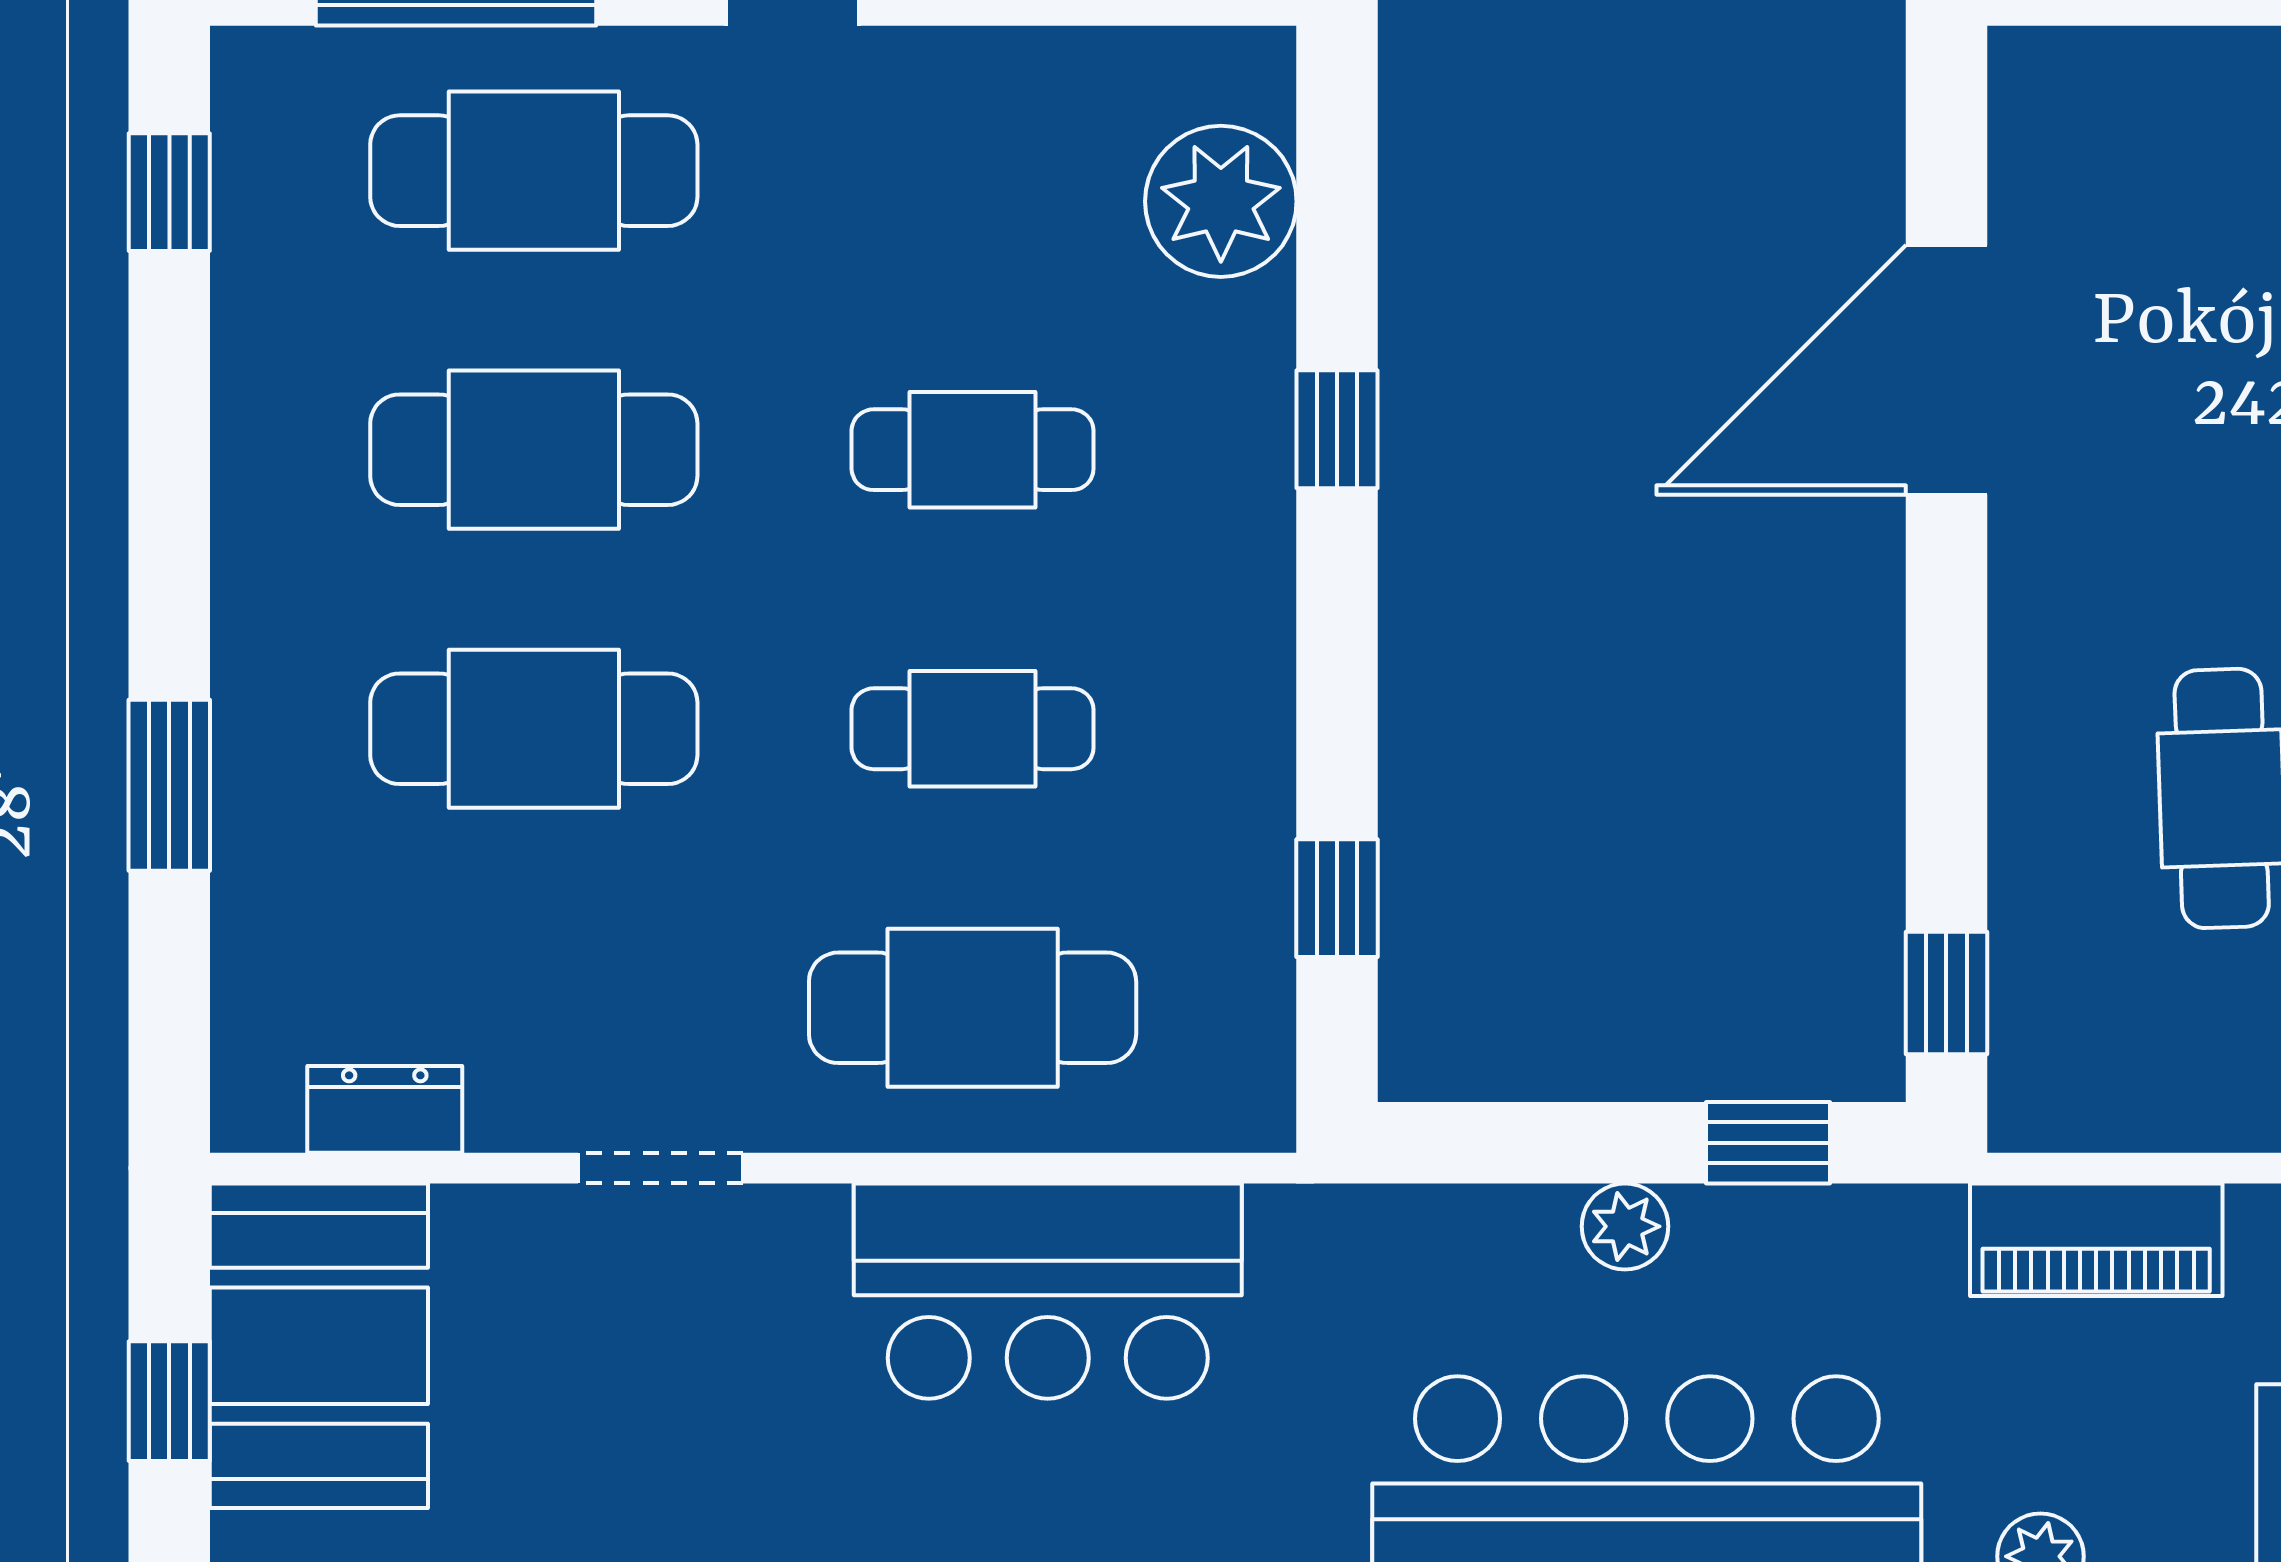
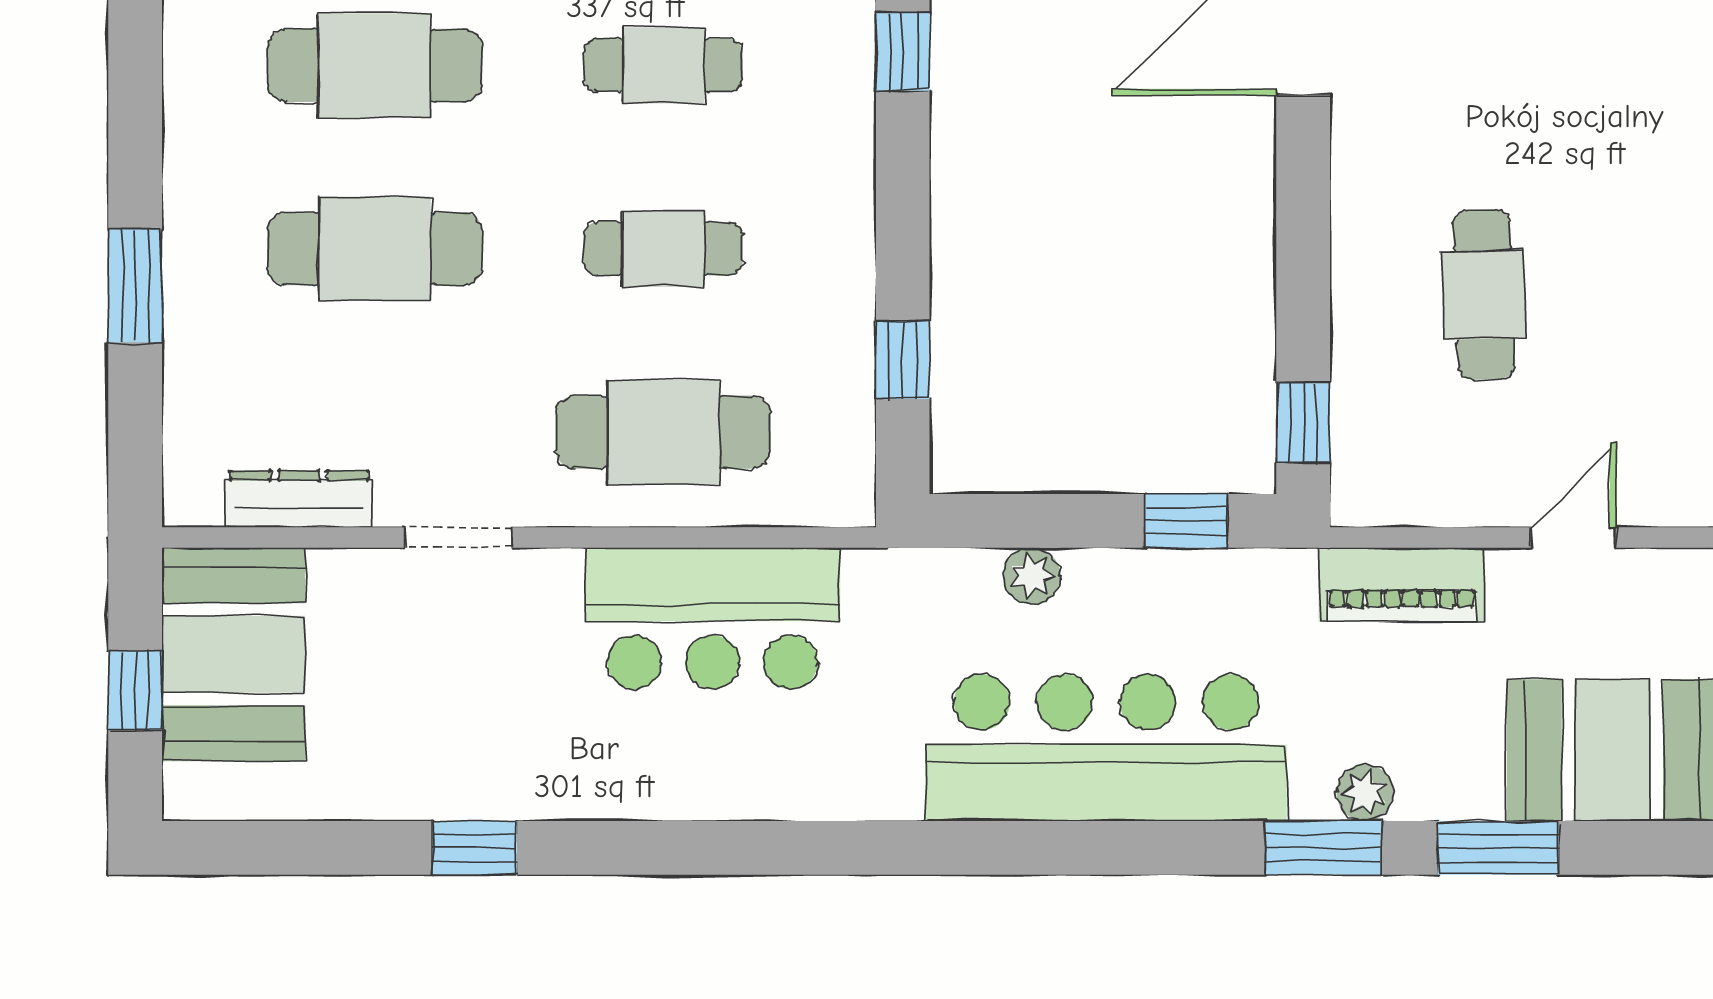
dresser: (385, 1109) -> (299, 499), width x1.44
plant: (1625, 1226) -> (1032, 576), moved

